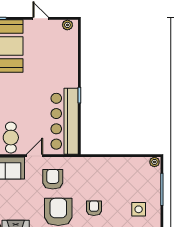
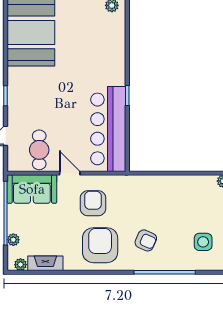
door: (35, 156) -> (70, 173), hinge flipped
armchair: (94, 208) -> (146, 240), turned 114

